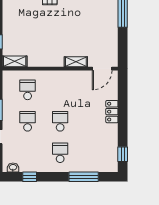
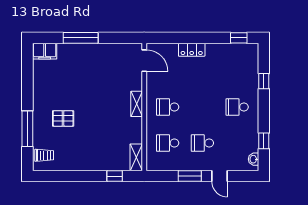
shelving: (76, 62) -> (137, 104), moved
school desk: (60, 121) -> (168, 107), moved
window: (84, 177) -> (264, 81), width x0.46

